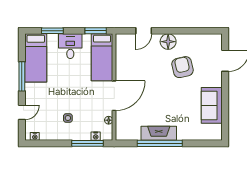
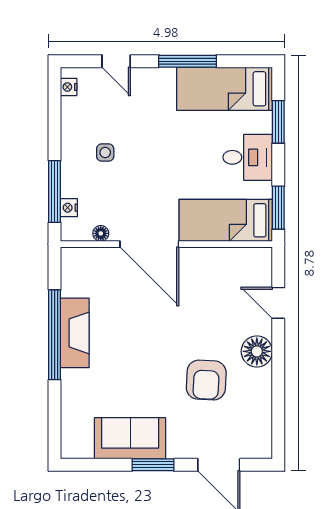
armchair: (183, 67) -> (206, 380), turned 106
window: (225, 94) -> (153, 465), added

